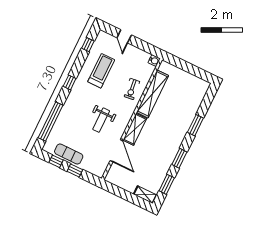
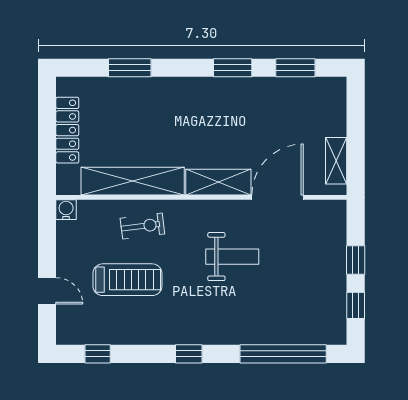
door: (124, 36) -> (47, 291), hinge flipped
treadmill: (101, 71) -> (127, 280), moved, turned 180
locker: (187, 77) -> (67, 130), added
window: (195, 125) -> (130, 68), moved
exercise mat: (69, 154) -> (329, 288), removed
shelving: (145, 195) -> (336, 161), moved

